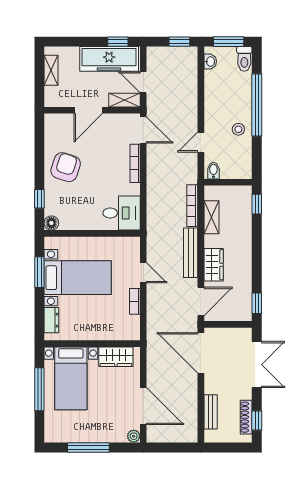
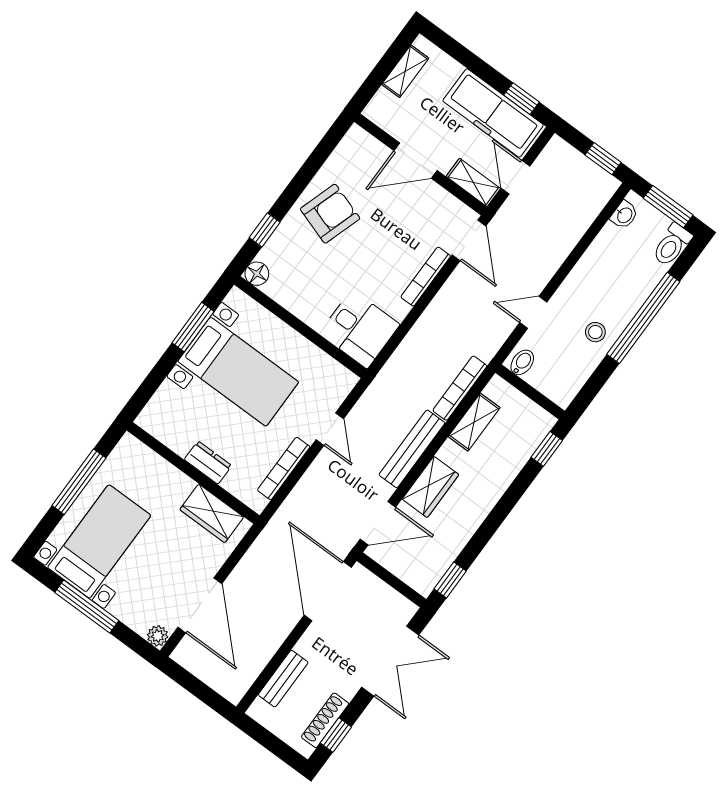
bookcase: (135, 301) -> (284, 468), width x1.56
dresser: (51, 320) -> (208, 463), moved, turned -90
bed with nightstands: (71, 378) -> (99, 541), moved, turned 180

